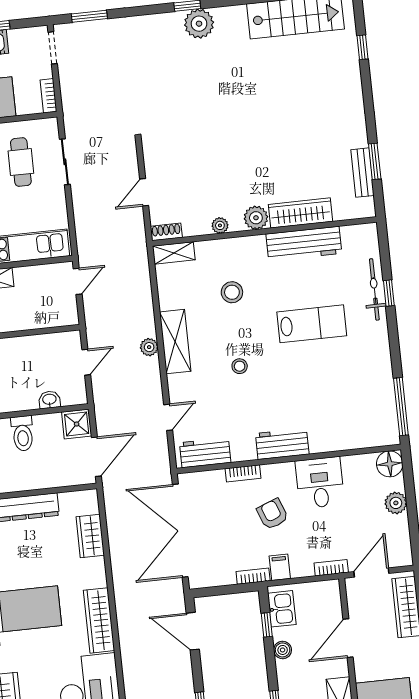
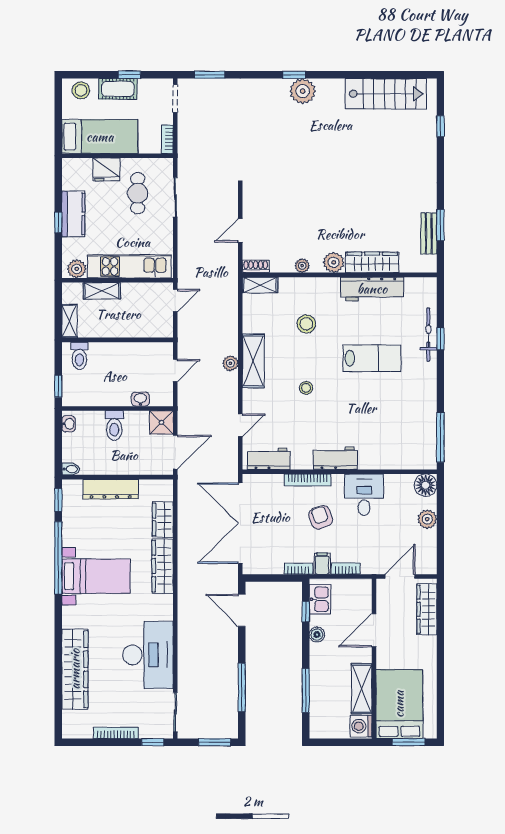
bookcase: (243, 473) -> (307, 480), width x1.56
bookcase: (331, 568) -> (346, 569), moved
wardrobe: (99, 620) -> (163, 566), moved

